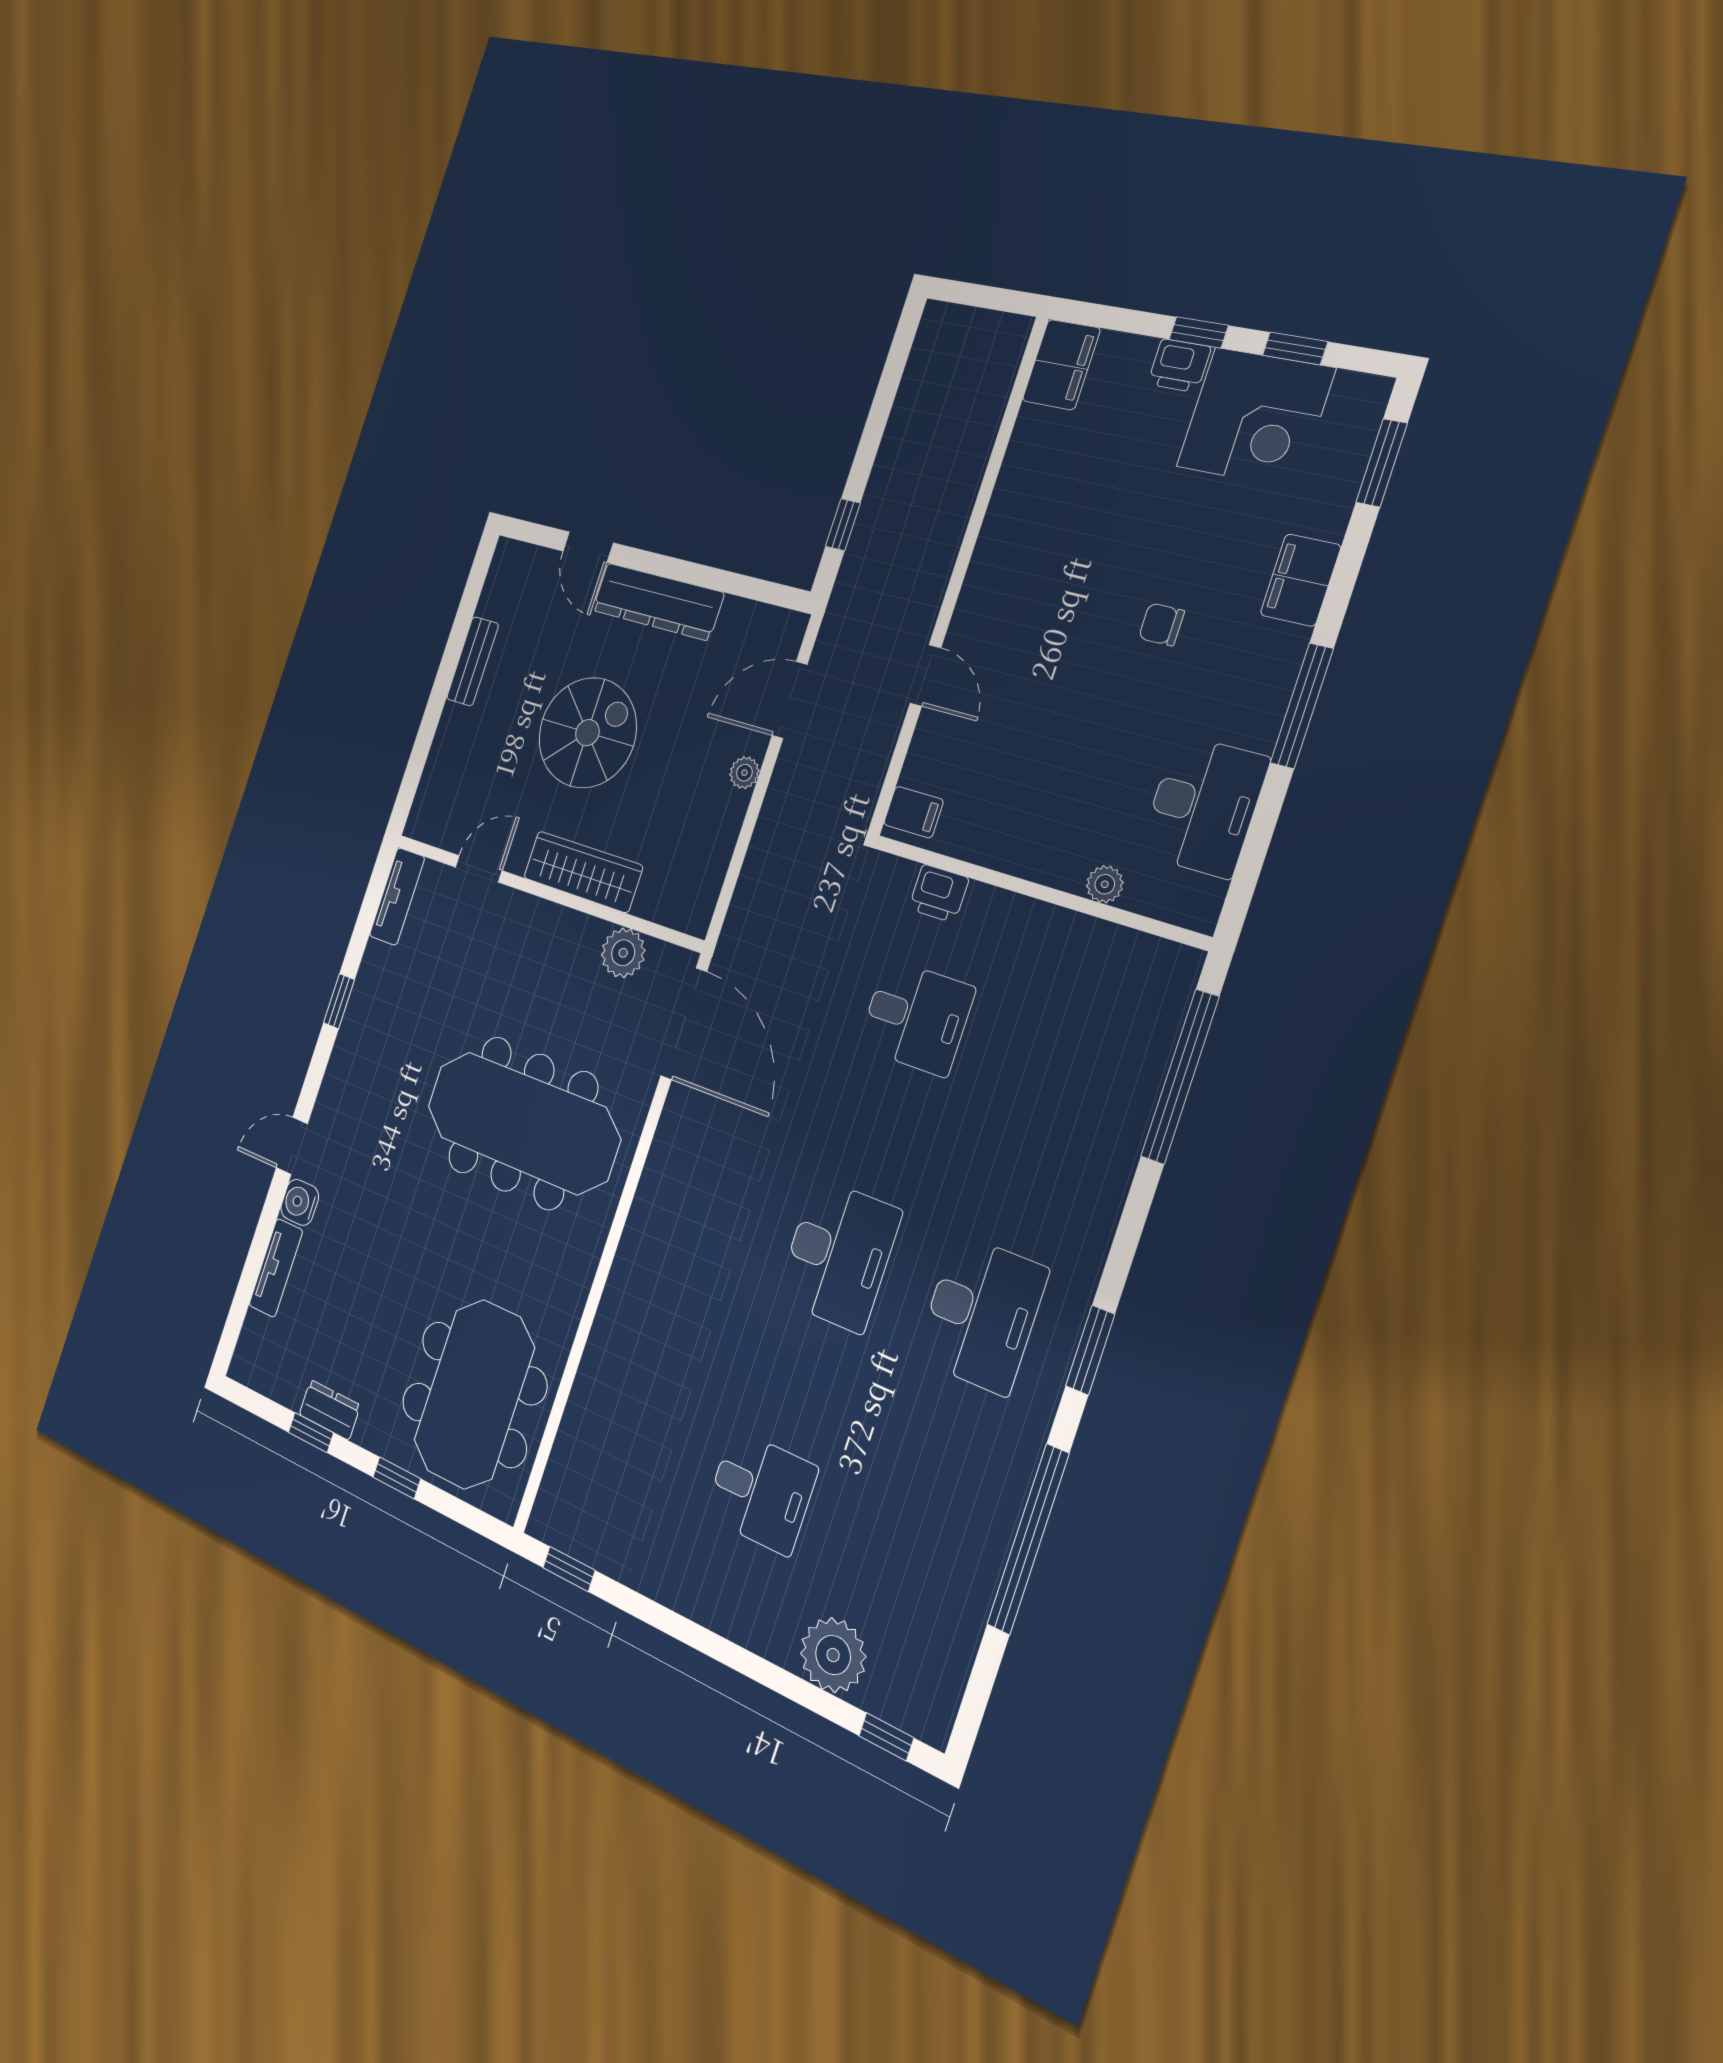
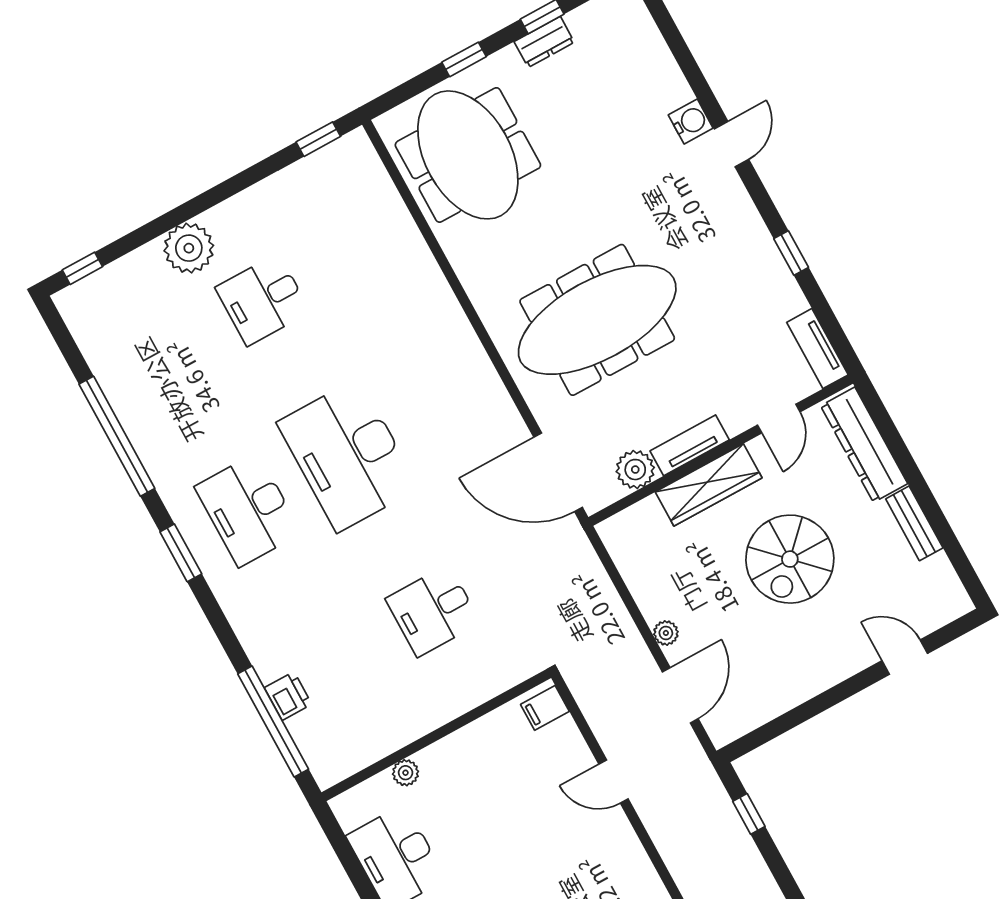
dresser: (658, 602) -> (864, 445), moved, turned -90
printer: (939, 893) -> (288, 696), moved, turned 90
desk: (838, 1255) -> (348, 455), width x1.36, depth x1.30
tv unit: (276, 1268) -> (690, 445), moved, turned 90
plant: (833, 1655) -> (189, 248), moved

